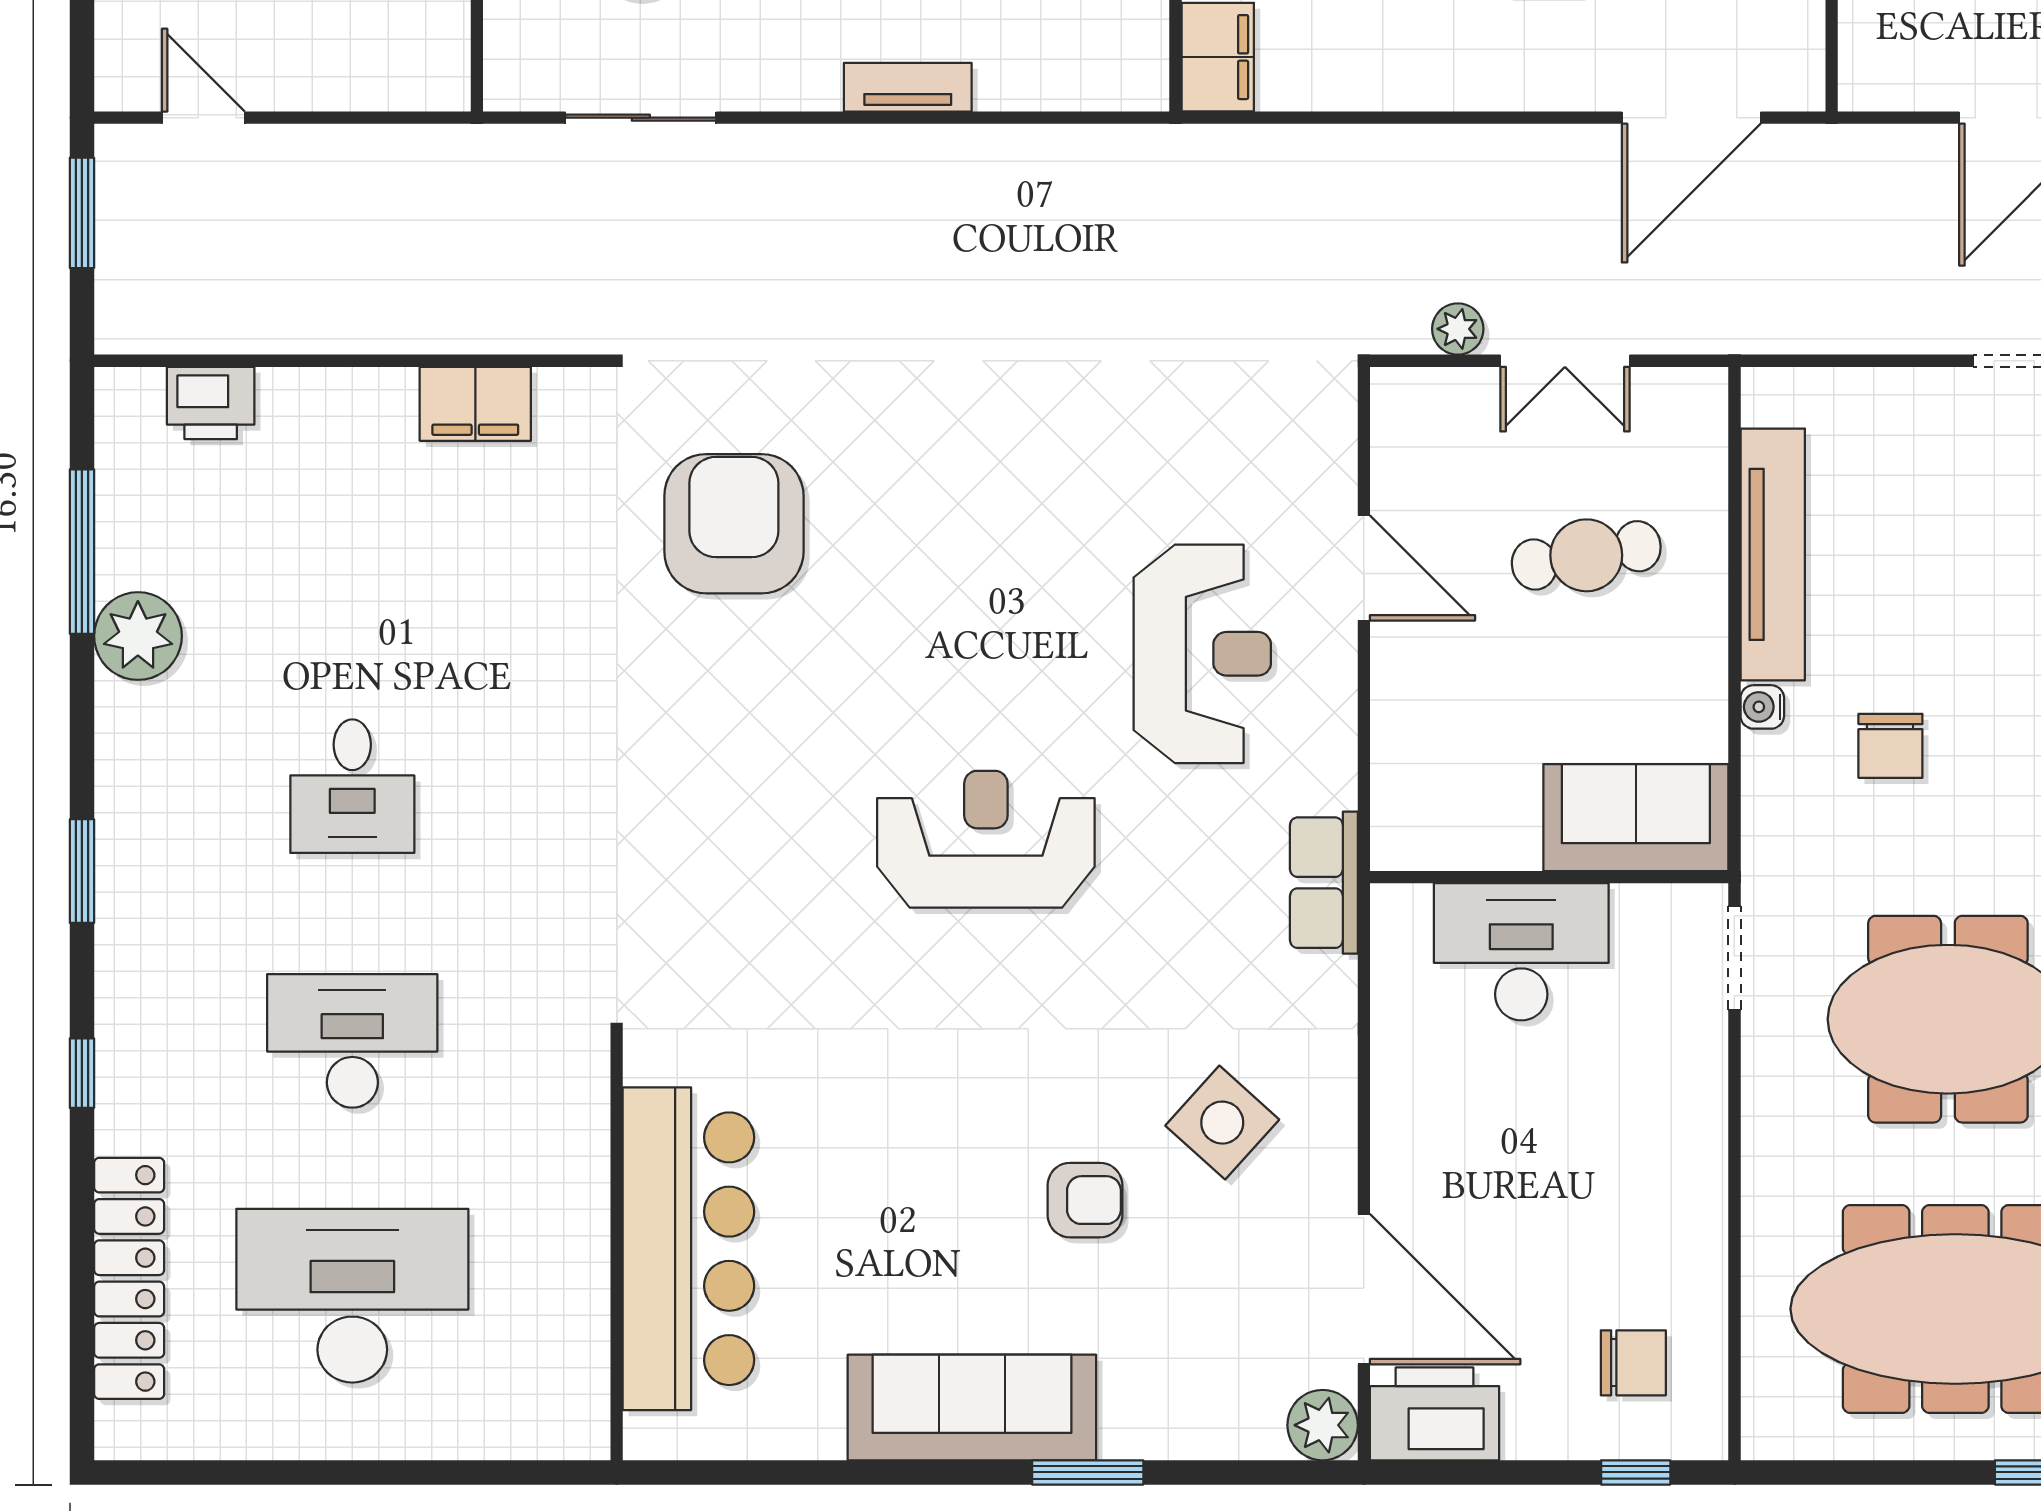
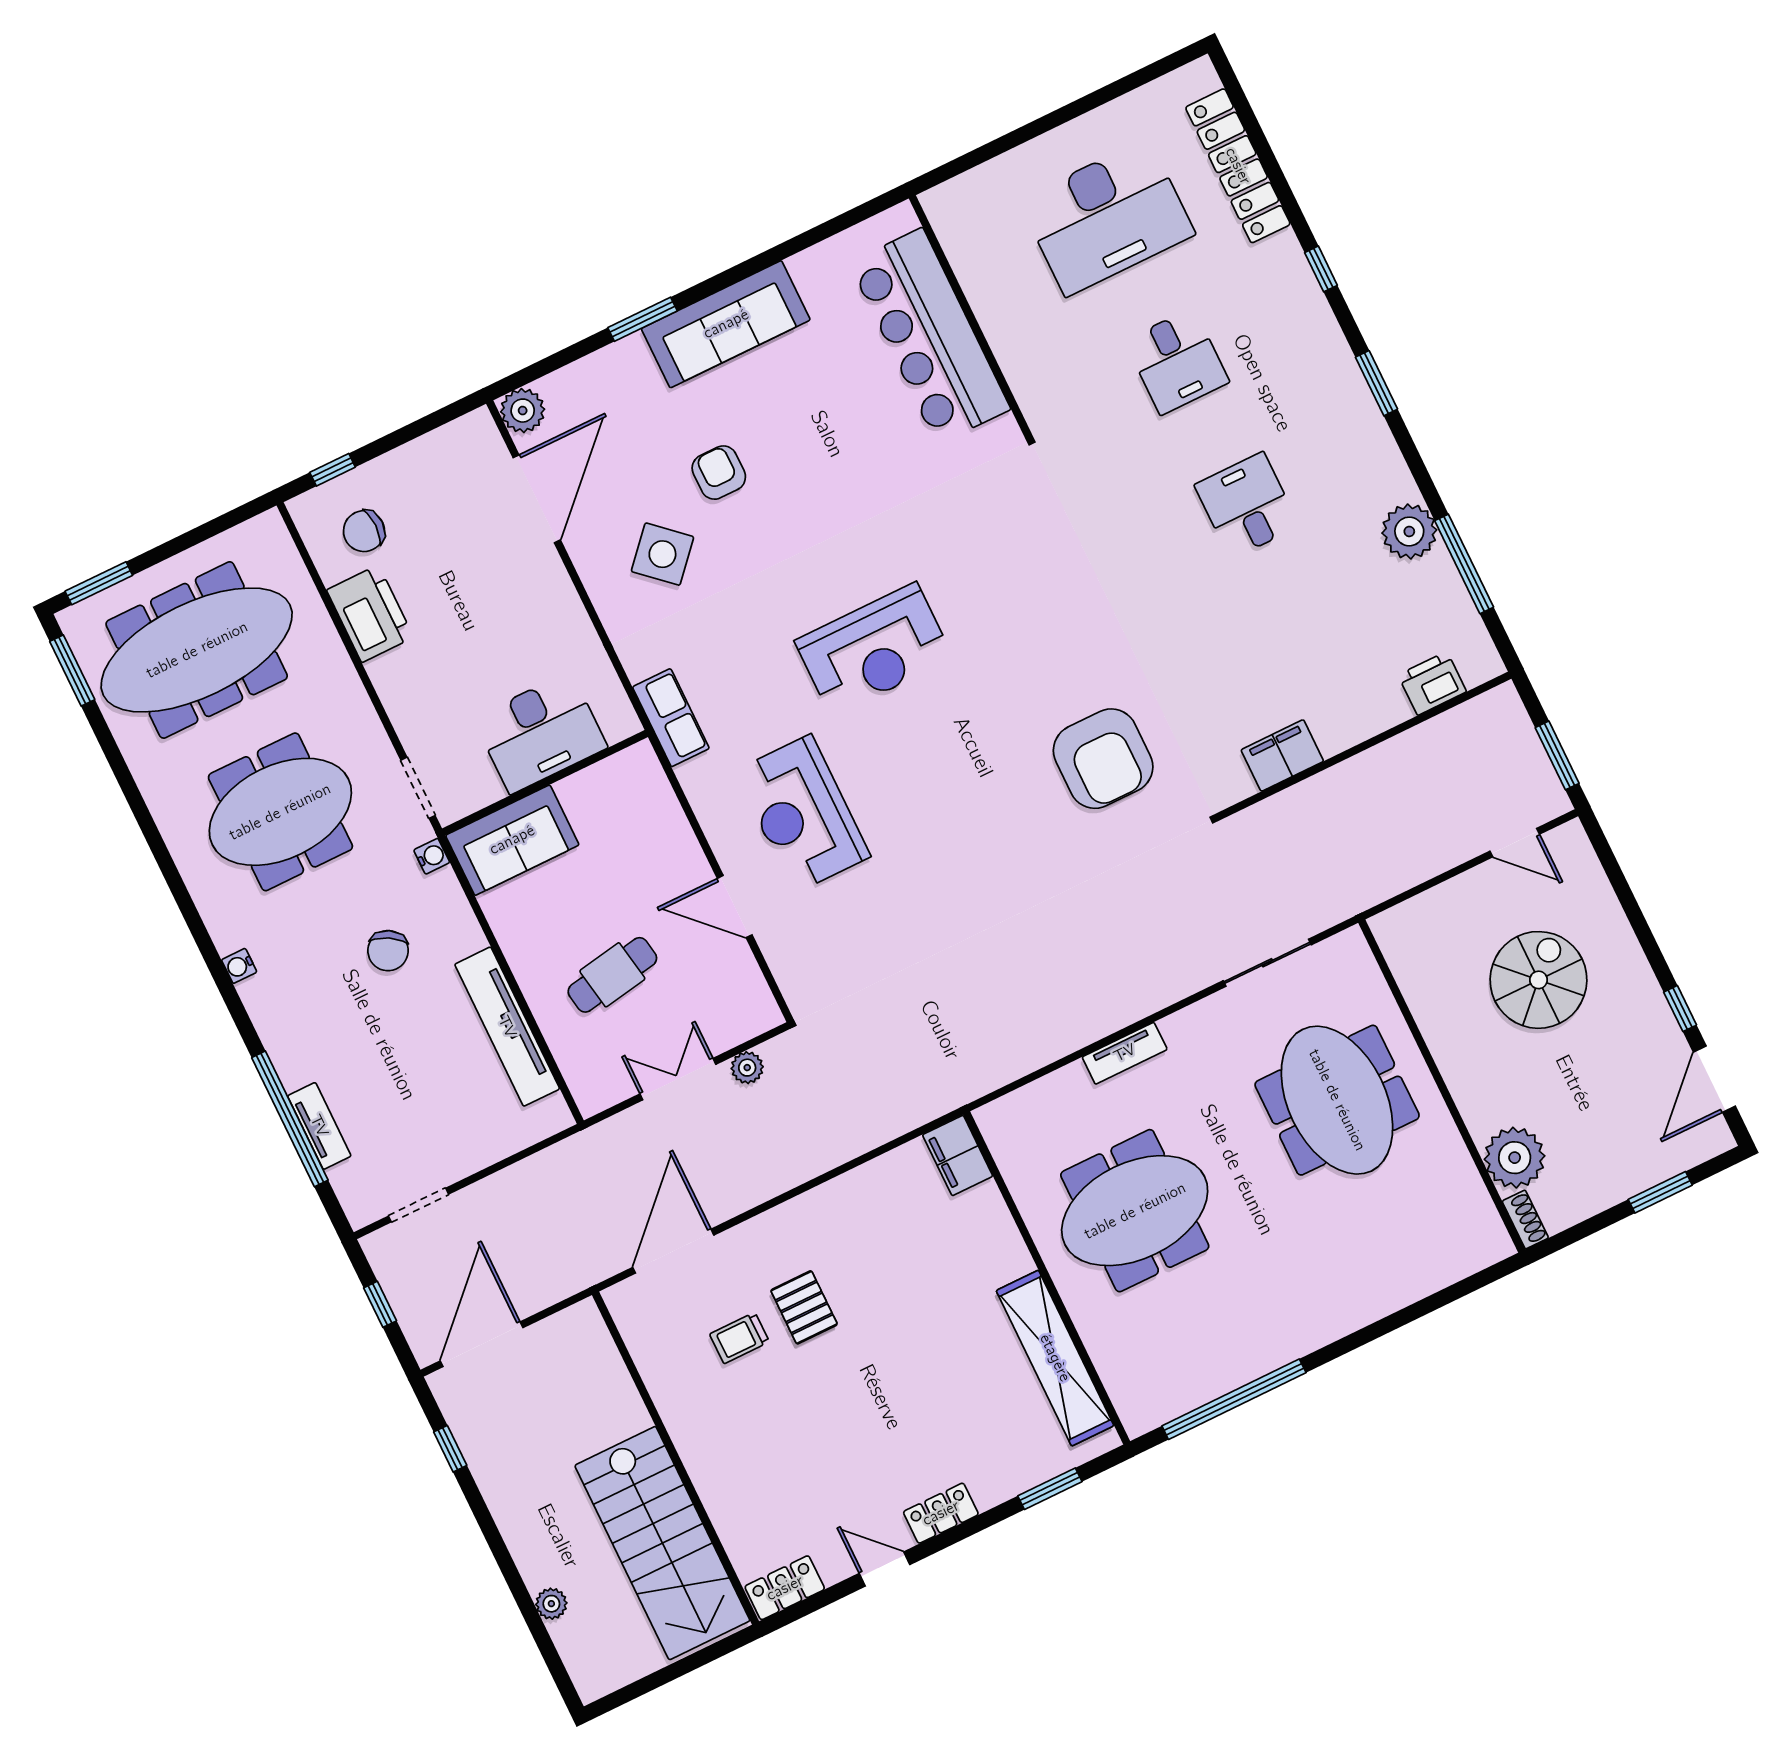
water cooler: (1762, 707) -> (432, 856), moved
chair: (1890, 746) -> (388, 951), turned -150
desk: (352, 1041) -> (1177, 361), width x0.73
armchair: (1085, 1200) -> (719, 473), turned 90
door: (1364, 1289) -> (537, 499), swing flipped
printer: (1435, 1414) -> (370, 614), moved, turned -90

